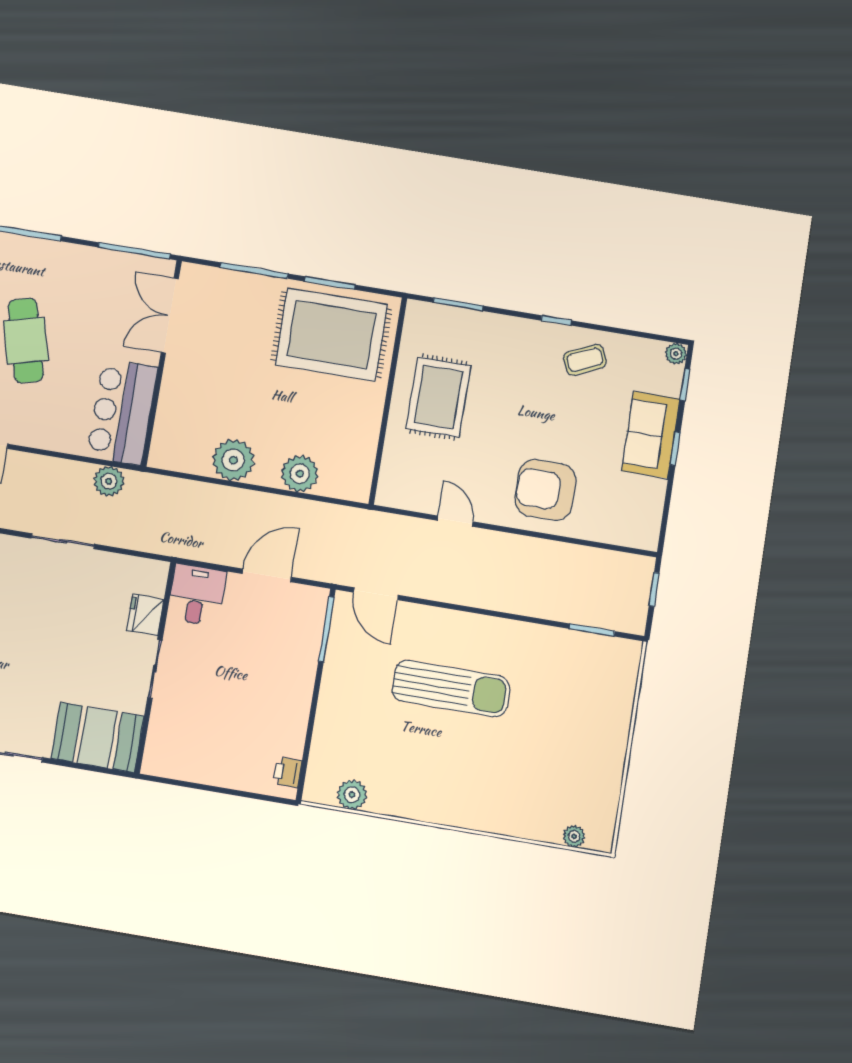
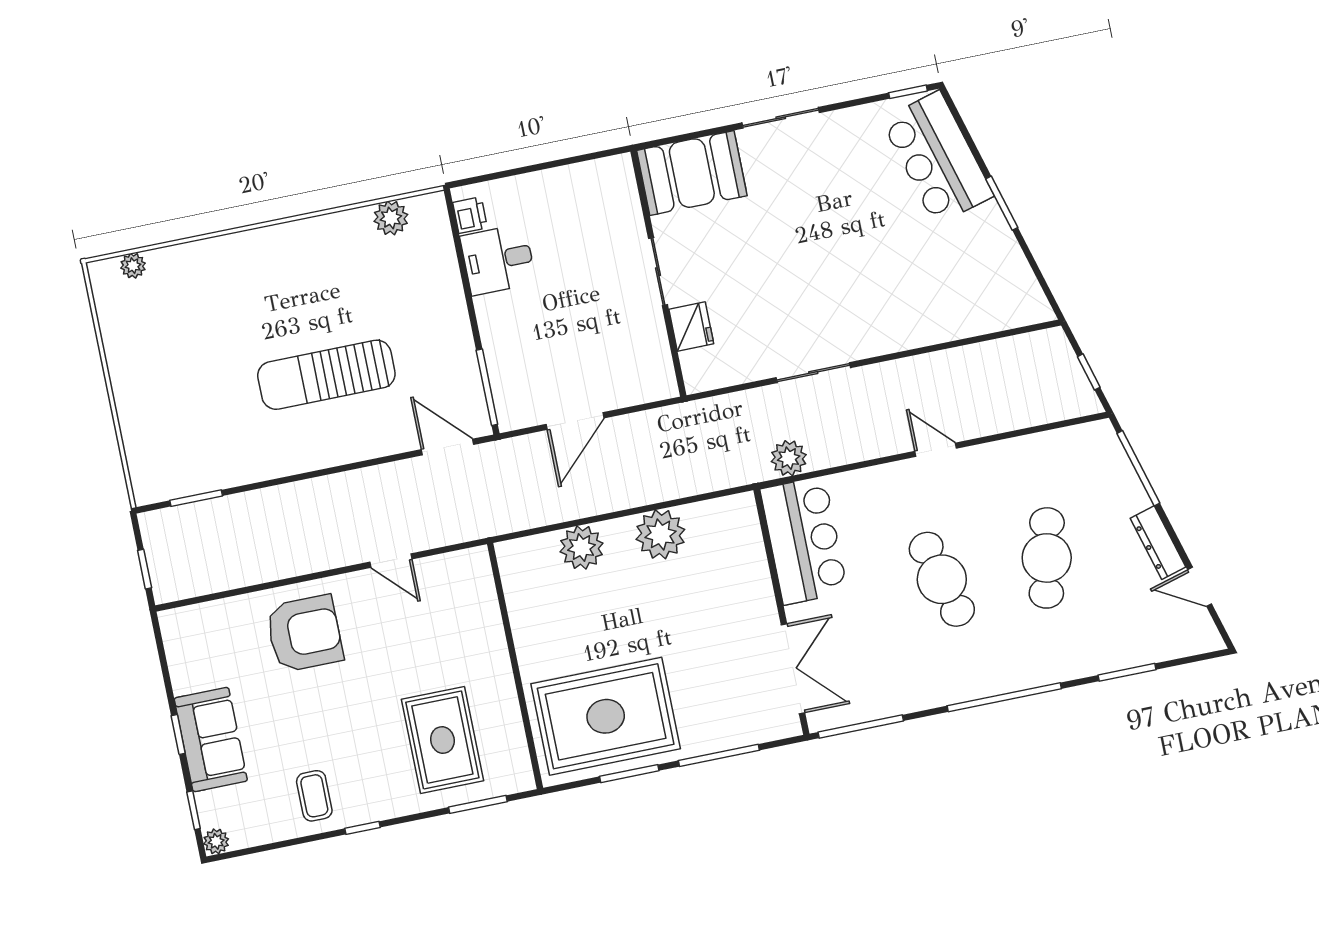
coffee table: (585, 360) -> (314, 796), turned -65
rug: (438, 397) -> (442, 740), moved
desk: (197, 595) -> (498, 260), moved, turned 90

